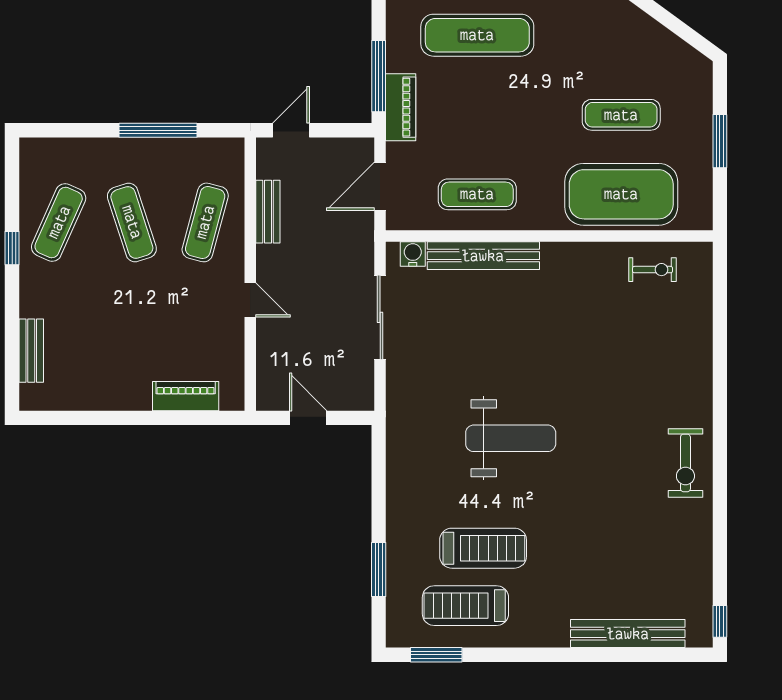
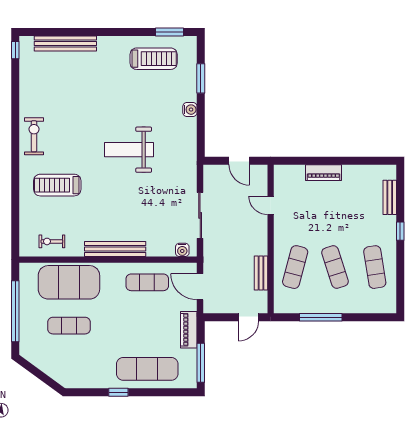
window: (379, 76) -> (201, 363), moved
window: (720, 141) -> (15, 311), width x2.11
door: (380, 186) -> (200, 287), swing flipped
exercise mat: (59, 222) -> (375, 267), turned -33
window: (12, 248) -> (400, 231), moved
bench: (483, 256) -> (115, 249), moved
door: (250, 300) -> (271, 205), moved
piano: (186, 396) -> (324, 173), moved
water cooler: (399, 512) -> (190, 110), added
treadmill: (483, 548) -> (57, 185), moved

